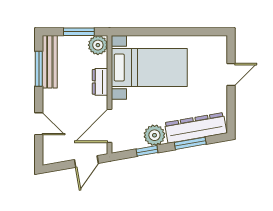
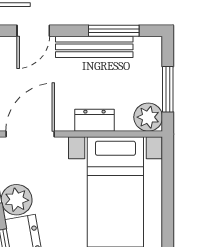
bench: (50, 62) -> (94, 47), moved
door: (109, 126) -> (30, 134), hinge flipped

